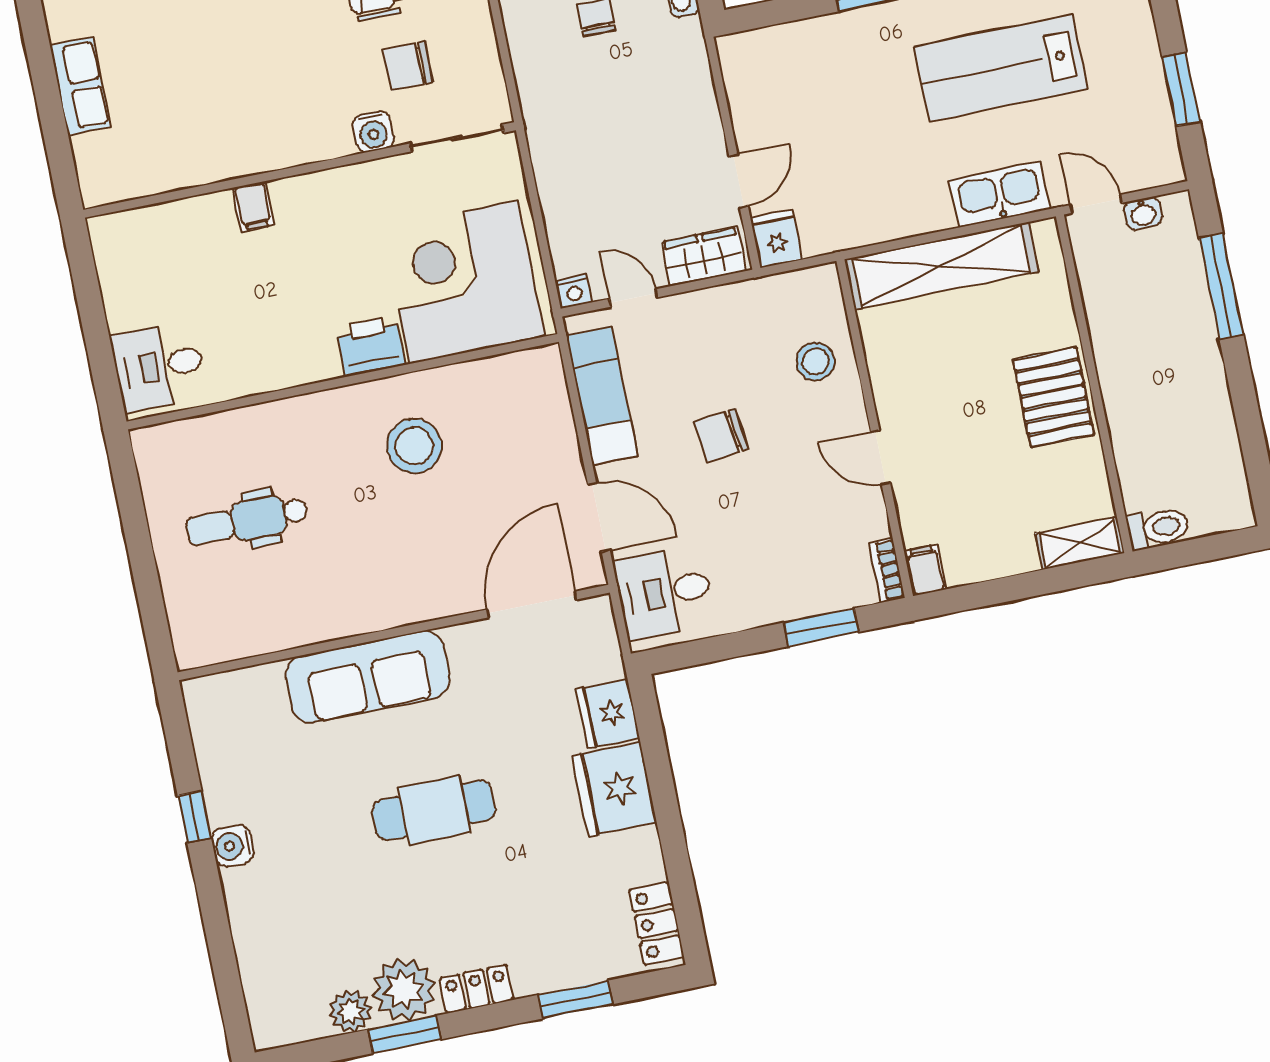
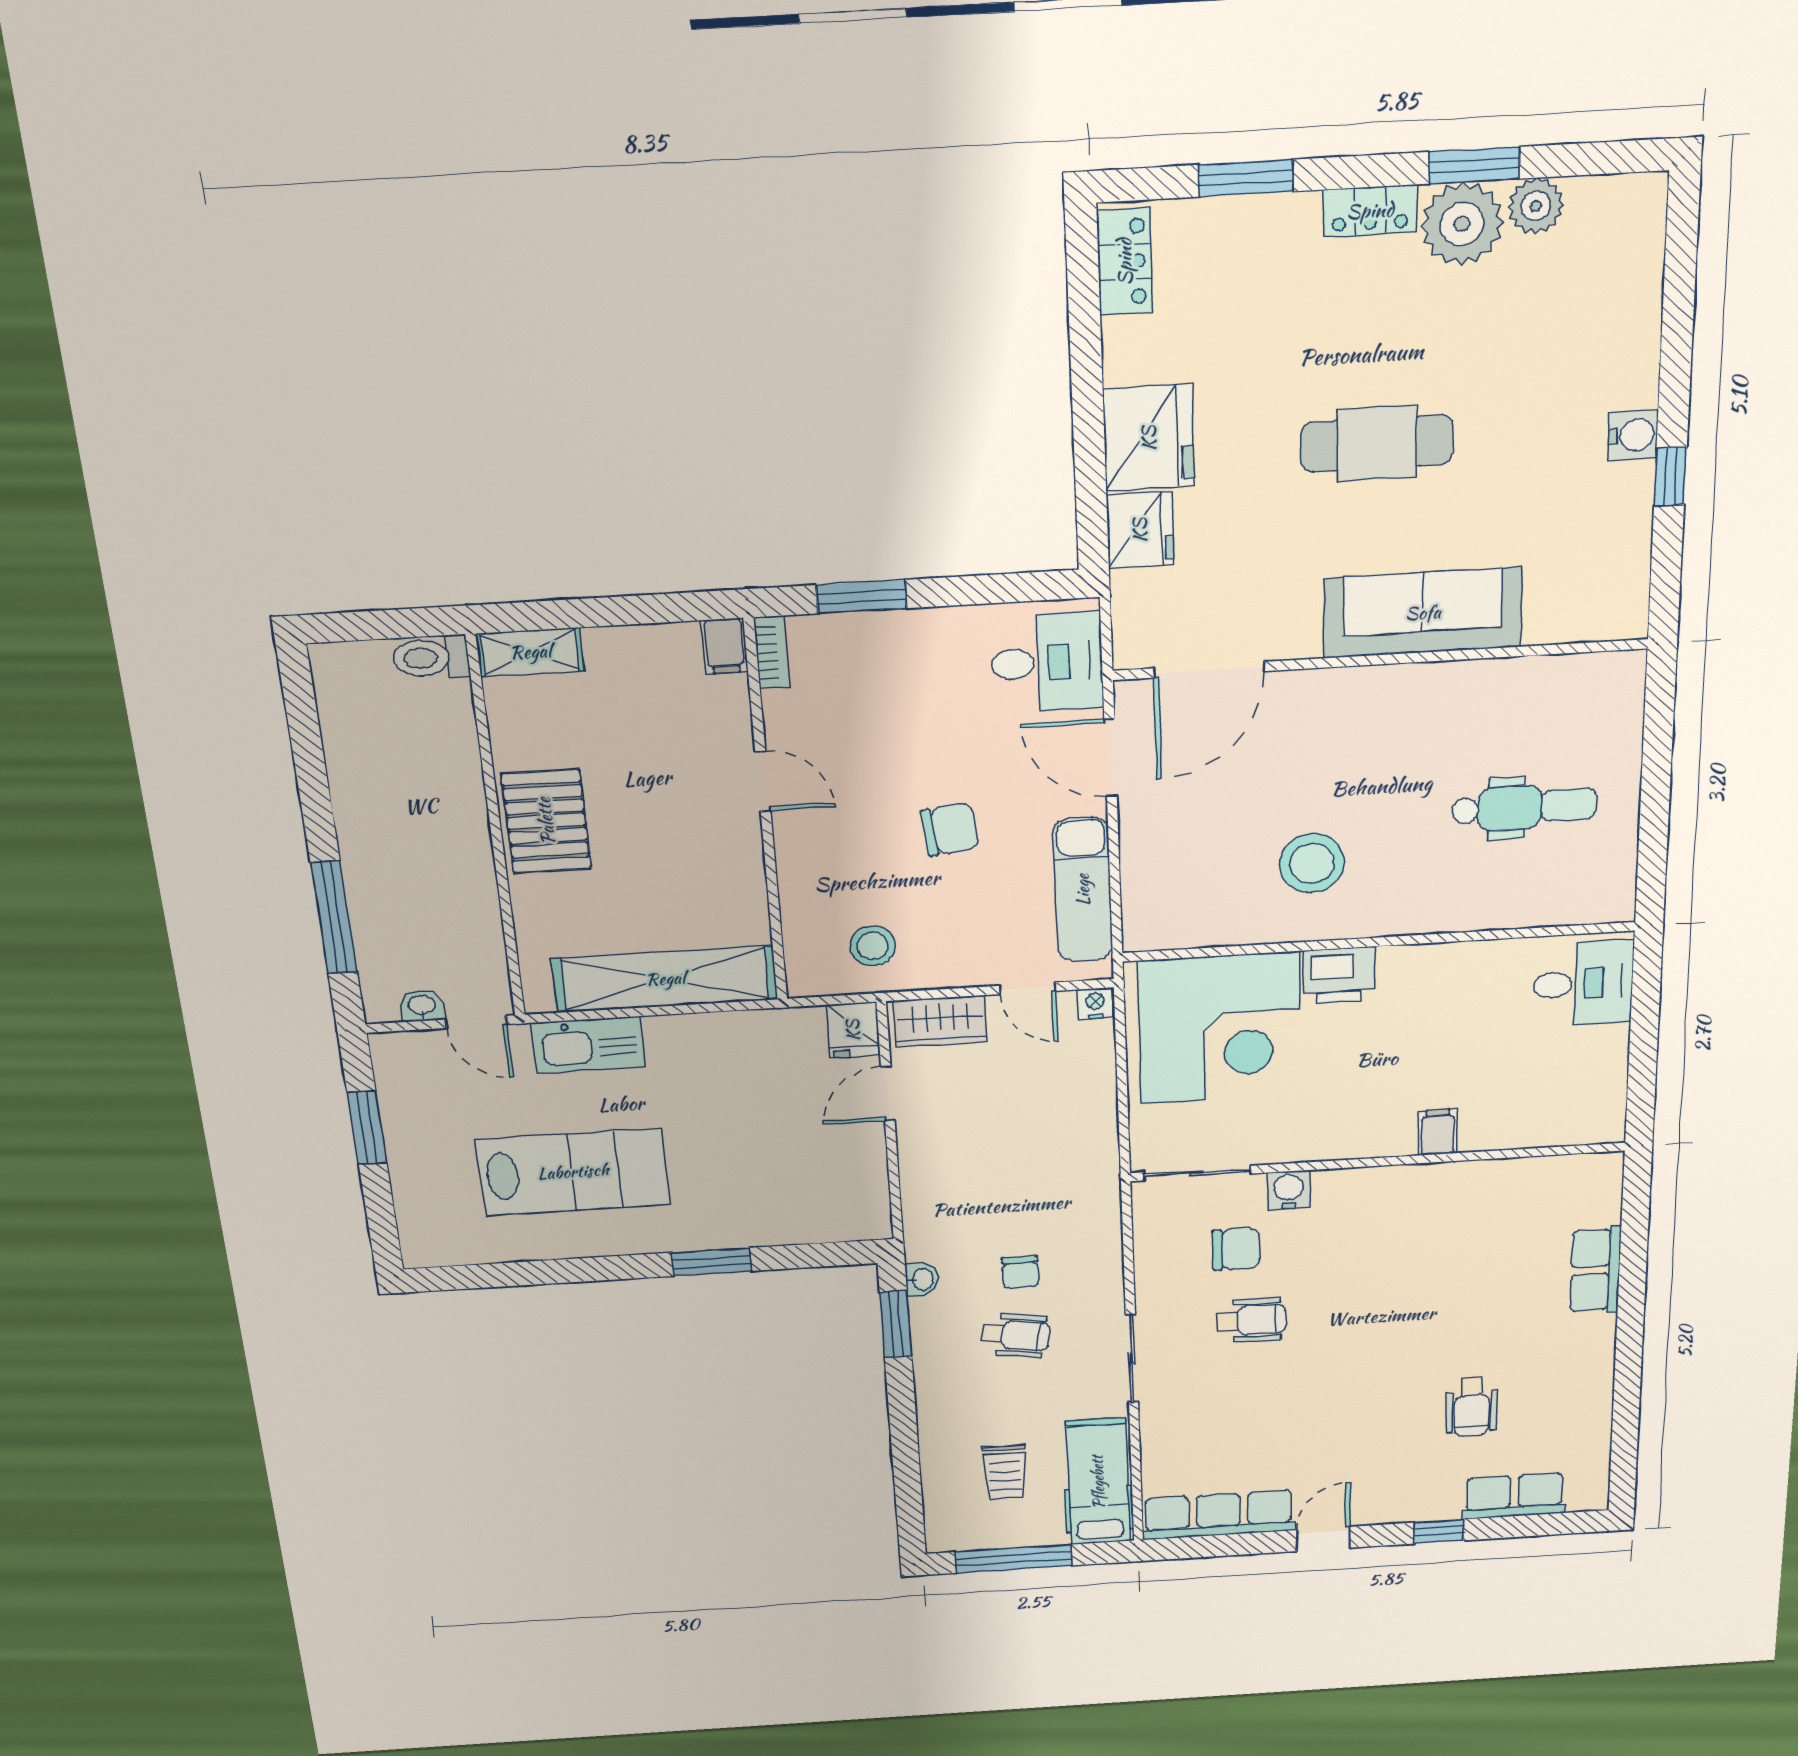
stool: (816, 361) -> (873, 946), moved

